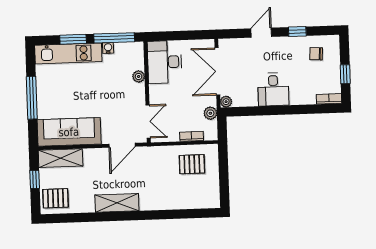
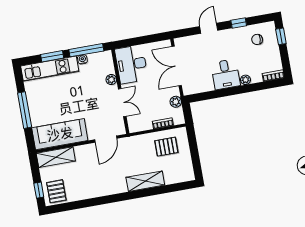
window: (345, 74) -> (281, 36), moved
plant: (226, 102) -> (246, 80), moved
double door: (148, 122) -> (122, 103), moved
window: (35, 179) -> (39, 190), moved
pallet: (56, 198) -> (56, 191), turned 90
shelving: (117, 203) -> (145, 181), moved

